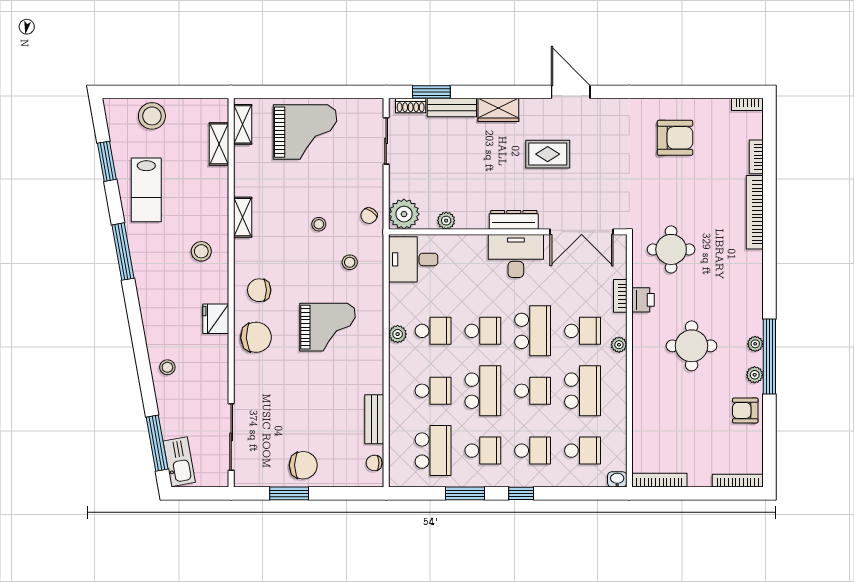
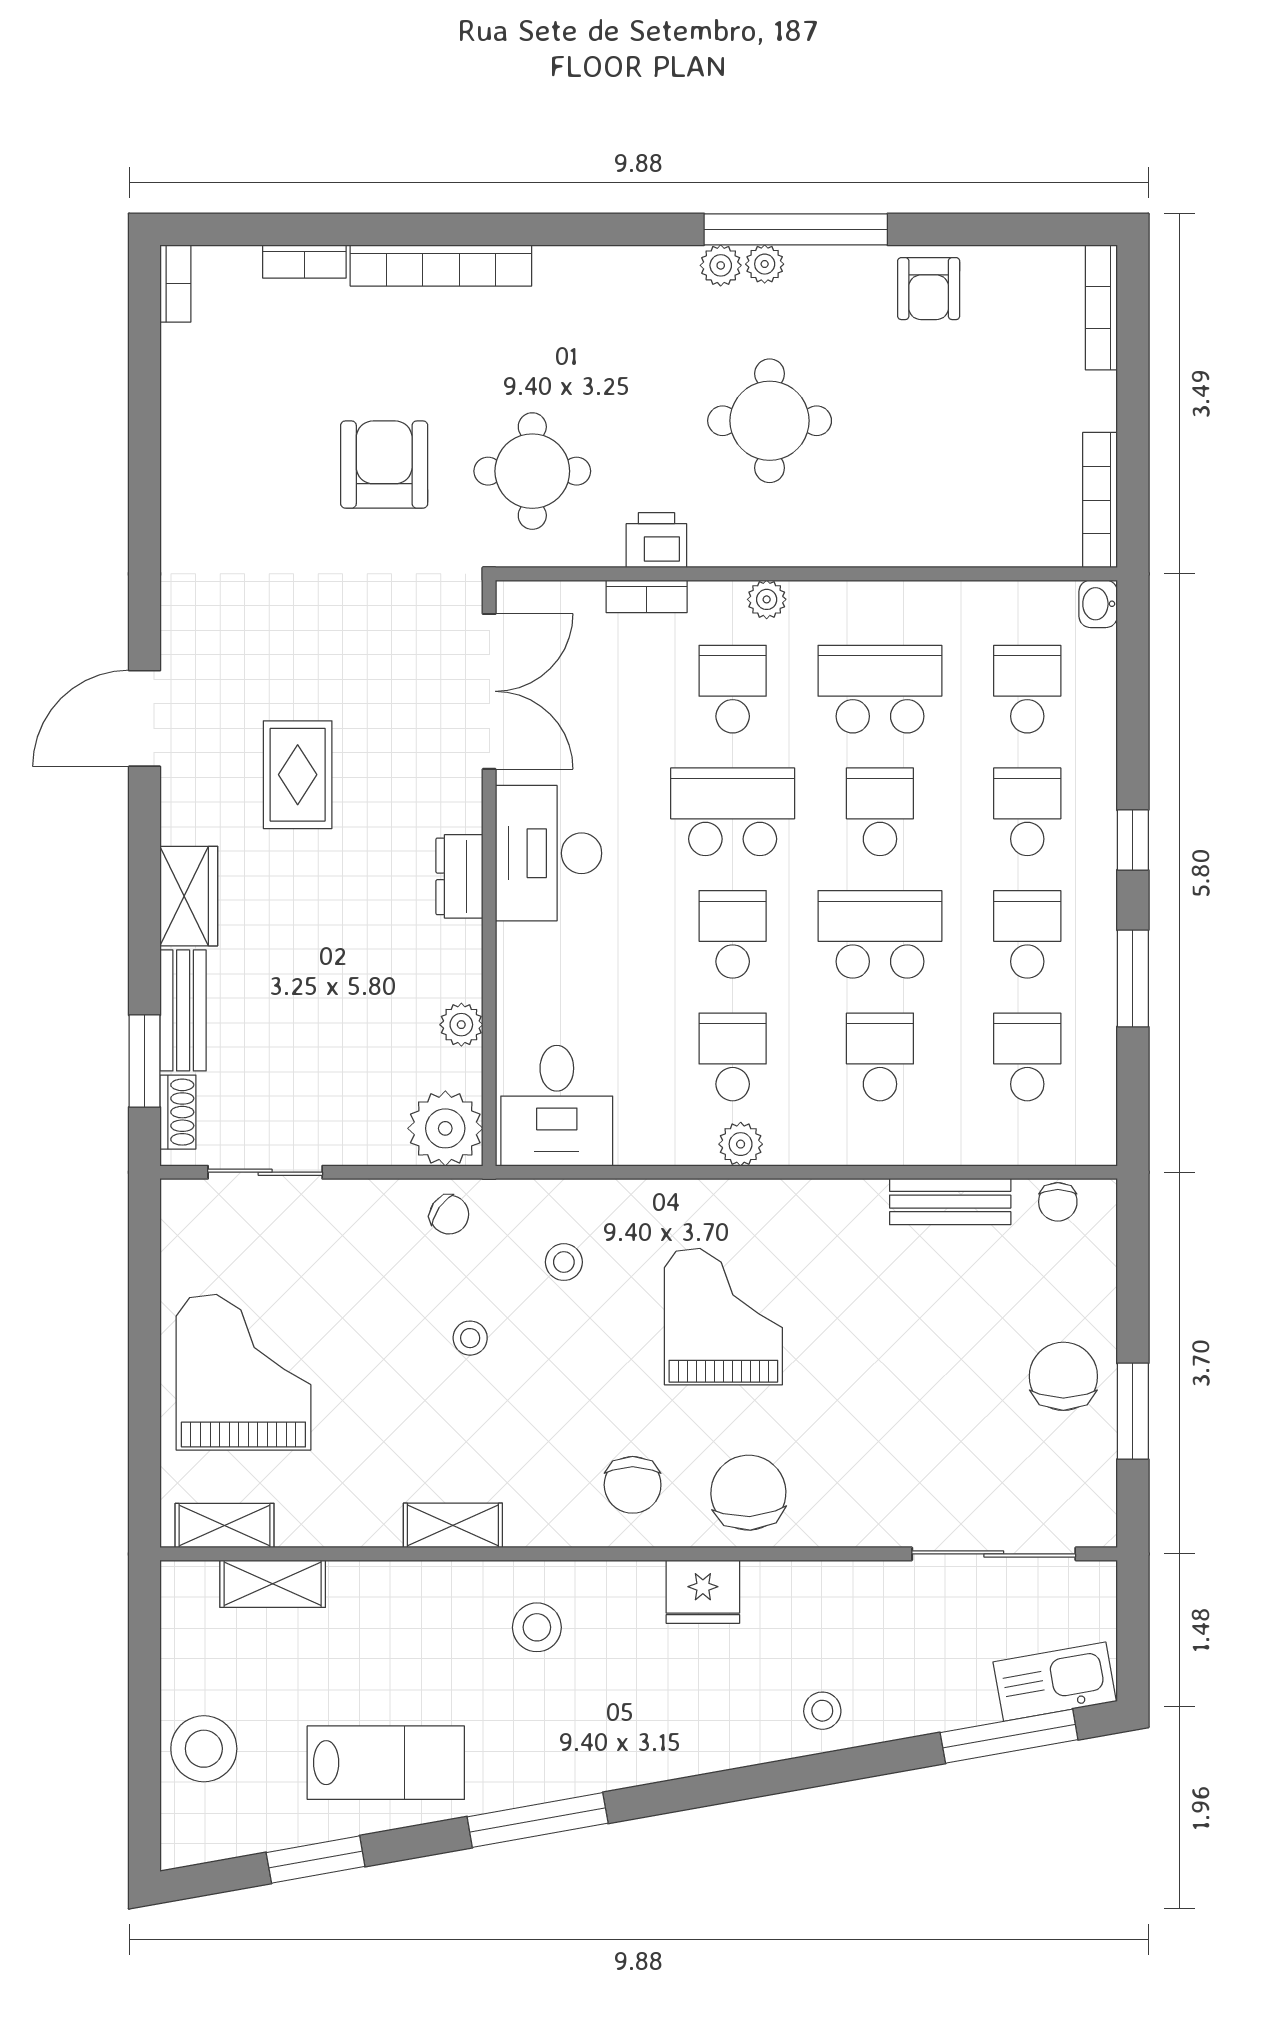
armchair: (675, 138) -> (384, 465), moved
dresser: (514, 220) -> (459, 876), width x0.70
plant: (755, 375) -> (721, 265), moved
school desk: (433, 451) -> (1027, 1057), width x0.54

